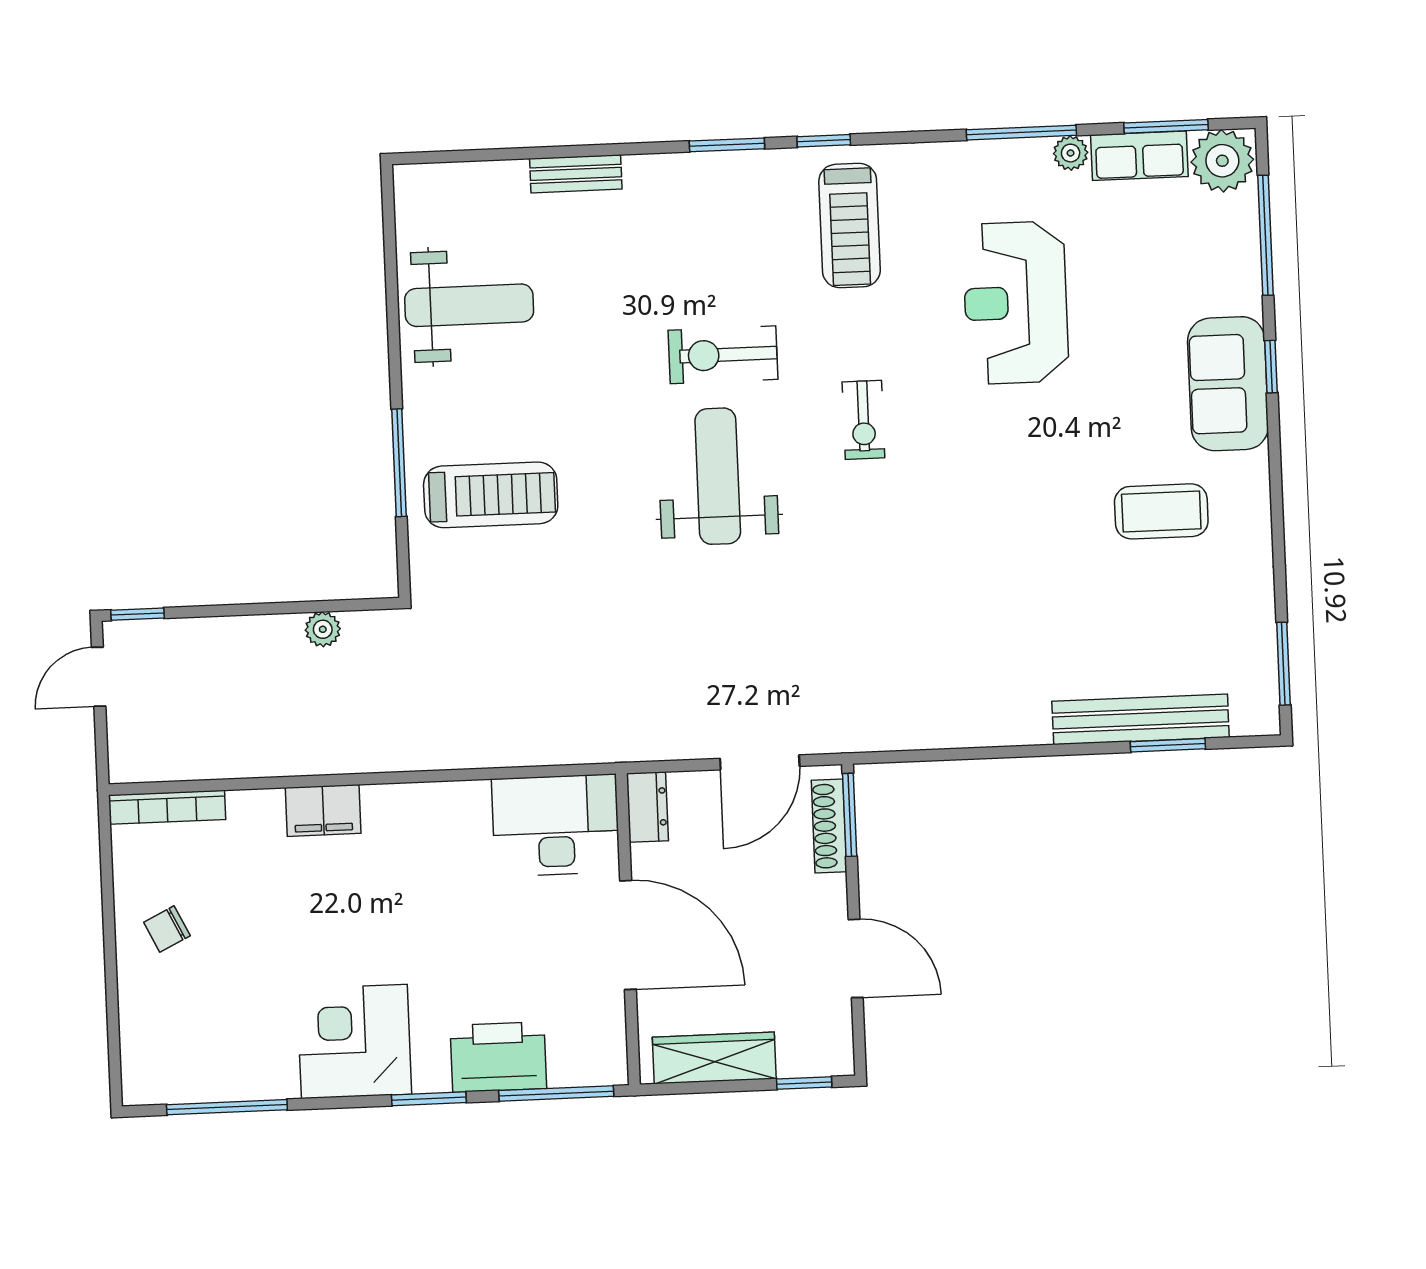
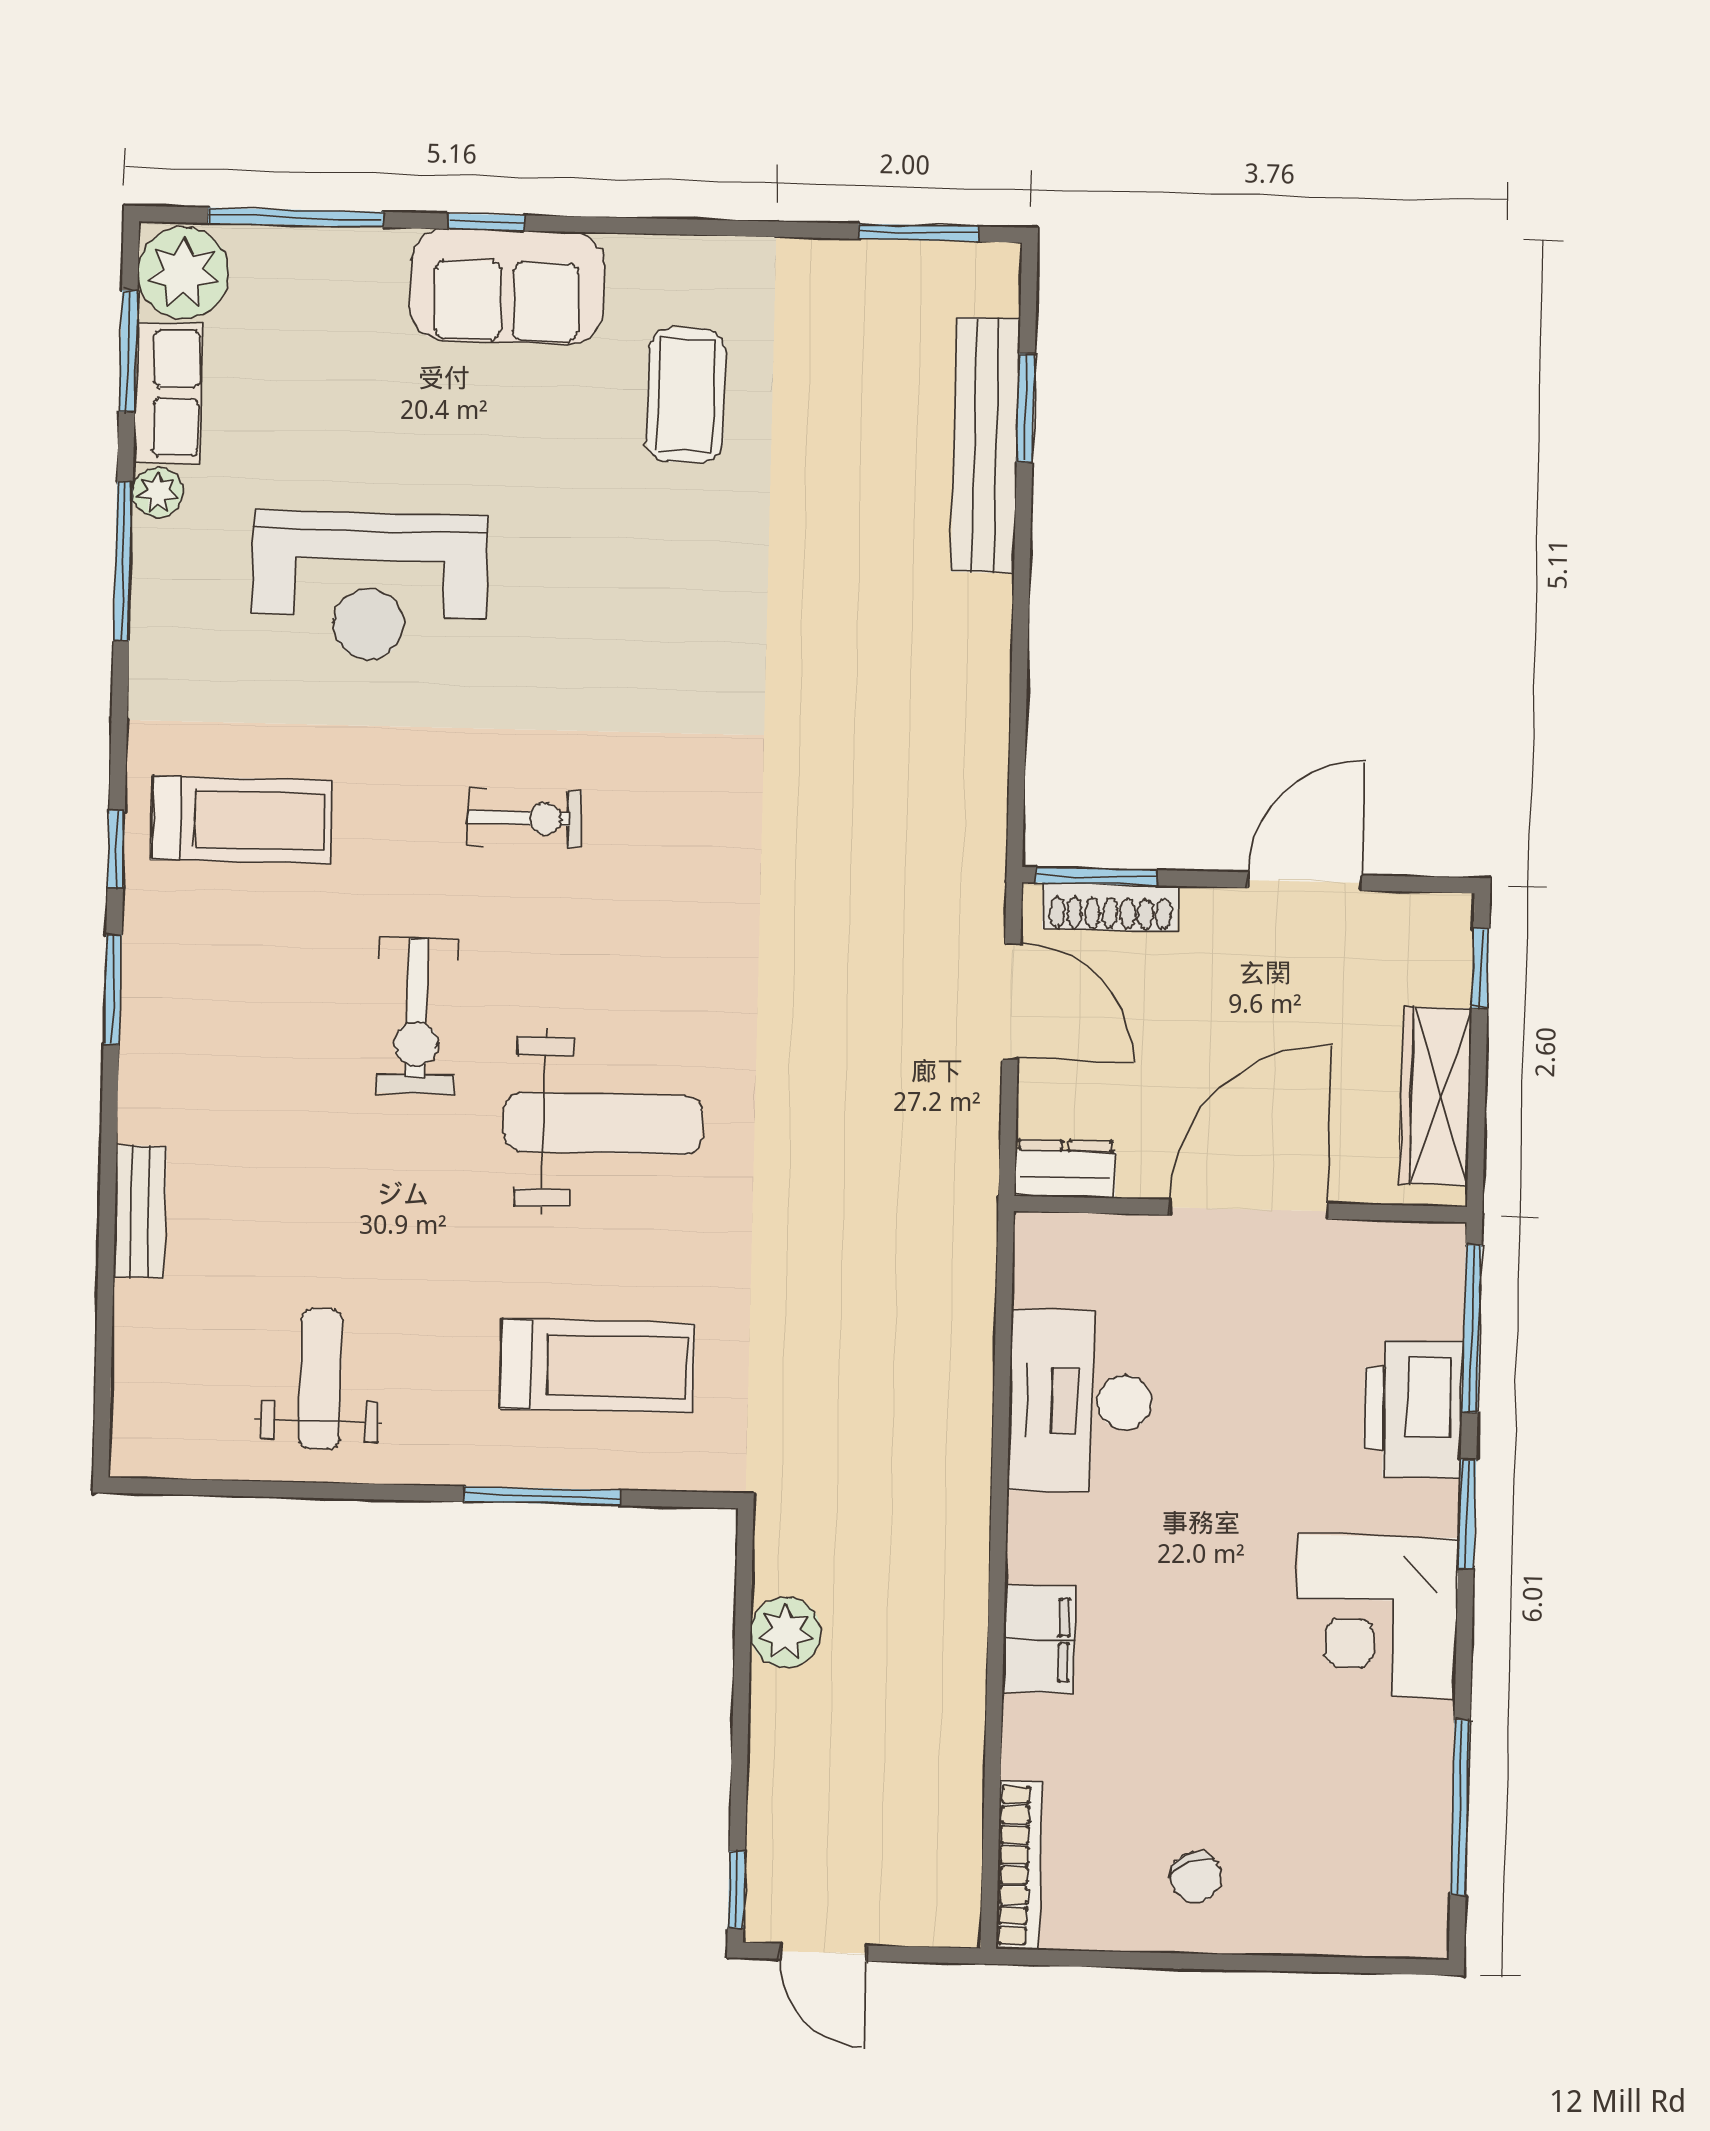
weight bench: (469, 305) -> (320, 1379), width x0.73, depth x0.75
weight bench: (718, 476) -> (603, 1123), moved, turned 180
treadmill: (491, 495) -> (597, 1366), turned 90
plant: (323, 629) -> (786, 1632), width x1.38, depth x1.38
desk: (556, 825) -> (1080, 1401), moved

